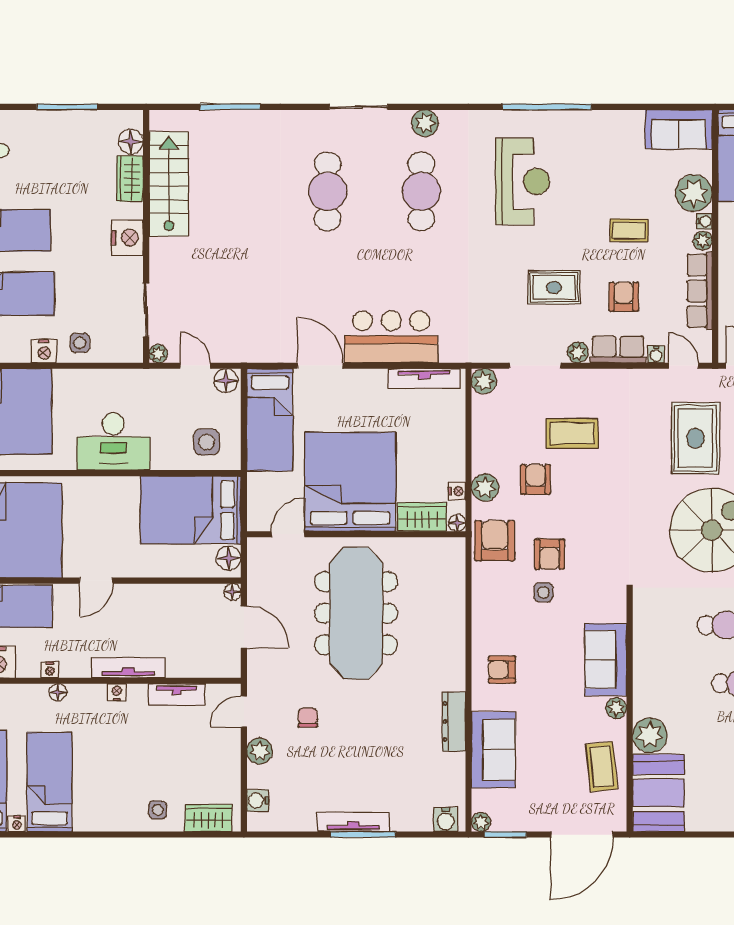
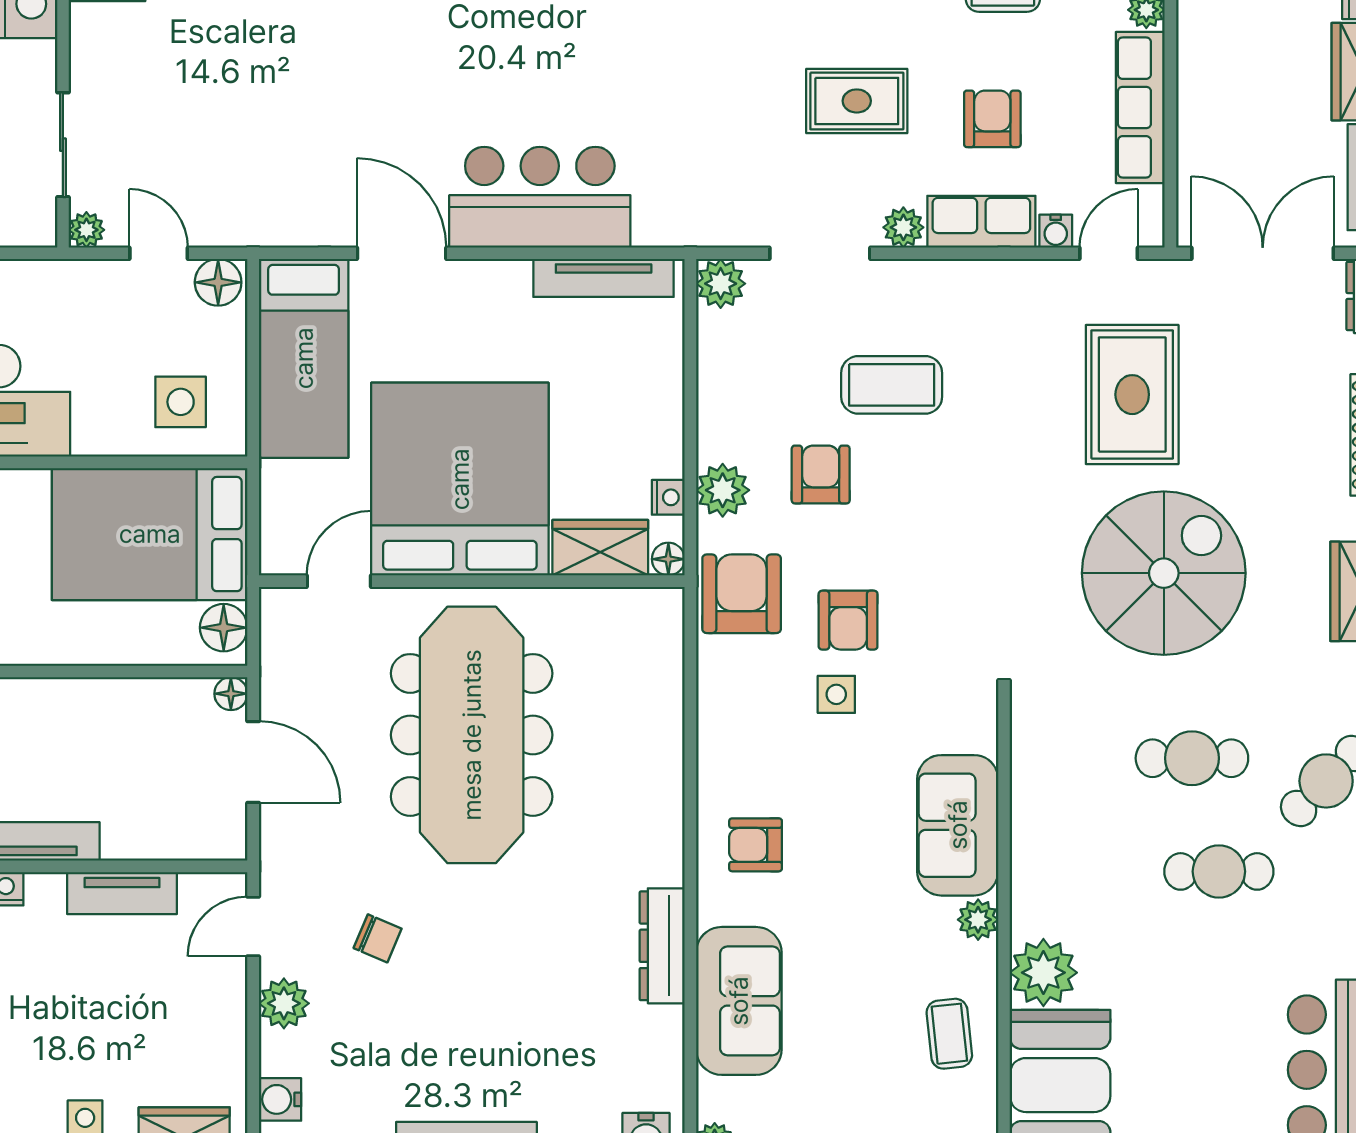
door: (683, 366) -> (1109, 253), hinge flipped
chair: (308, 718) -> (378, 938), turned 113
coffee table: (602, 767) -> (949, 1034), width x0.73, depth x0.77

